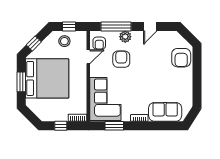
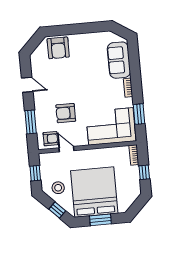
window: (116, 26) -> (31, 122), width x0.69
plant: (125, 37) -> (41, 111), removed
stool: (64, 41) -> (58, 188), moved
armchair: (181, 58) -> (58, 48), turned 90

